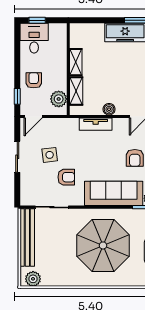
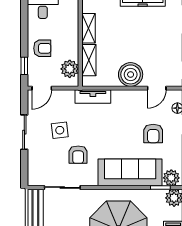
armchair: (34, 80) -> (42, 48), turned 90
boiler: (109, 109) -> (131, 74), width x1.86, depth x1.86
tv unit: (96, 124) -> (93, 96), moved
armchair: (66, 177) -> (78, 155), turned 90

